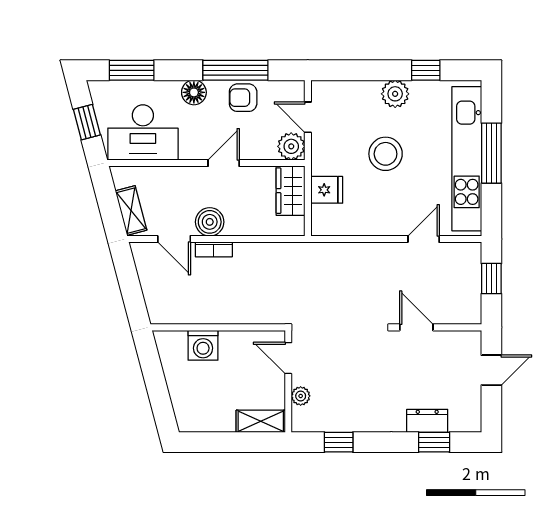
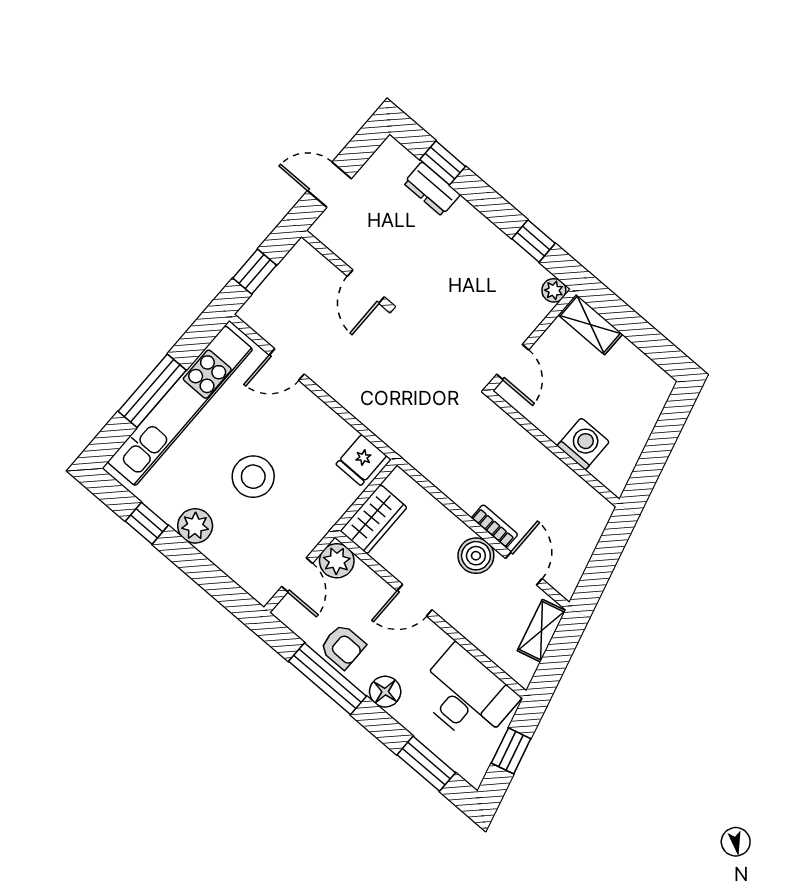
fridge: (327, 190) -> (361, 460), moved, turned -90
plant: (301, 396) -> (554, 290), moved

